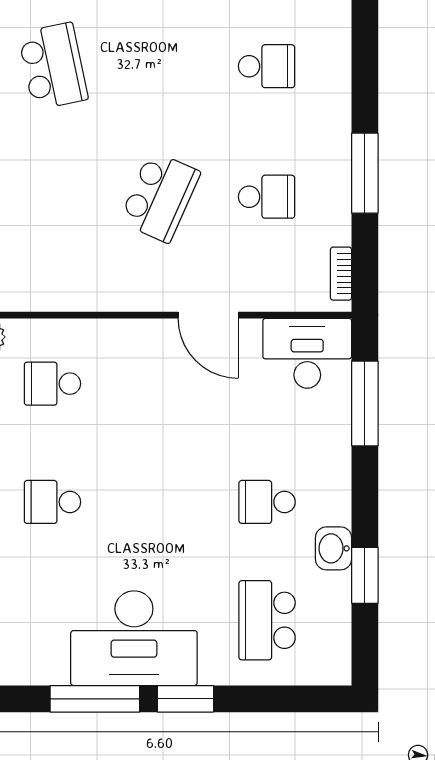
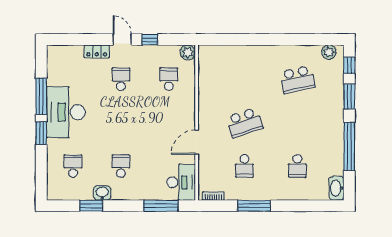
school desk: (160, 197) -> (245, 123), turned -42
school desk: (267, 620) -> (73, 166), width x0.54

